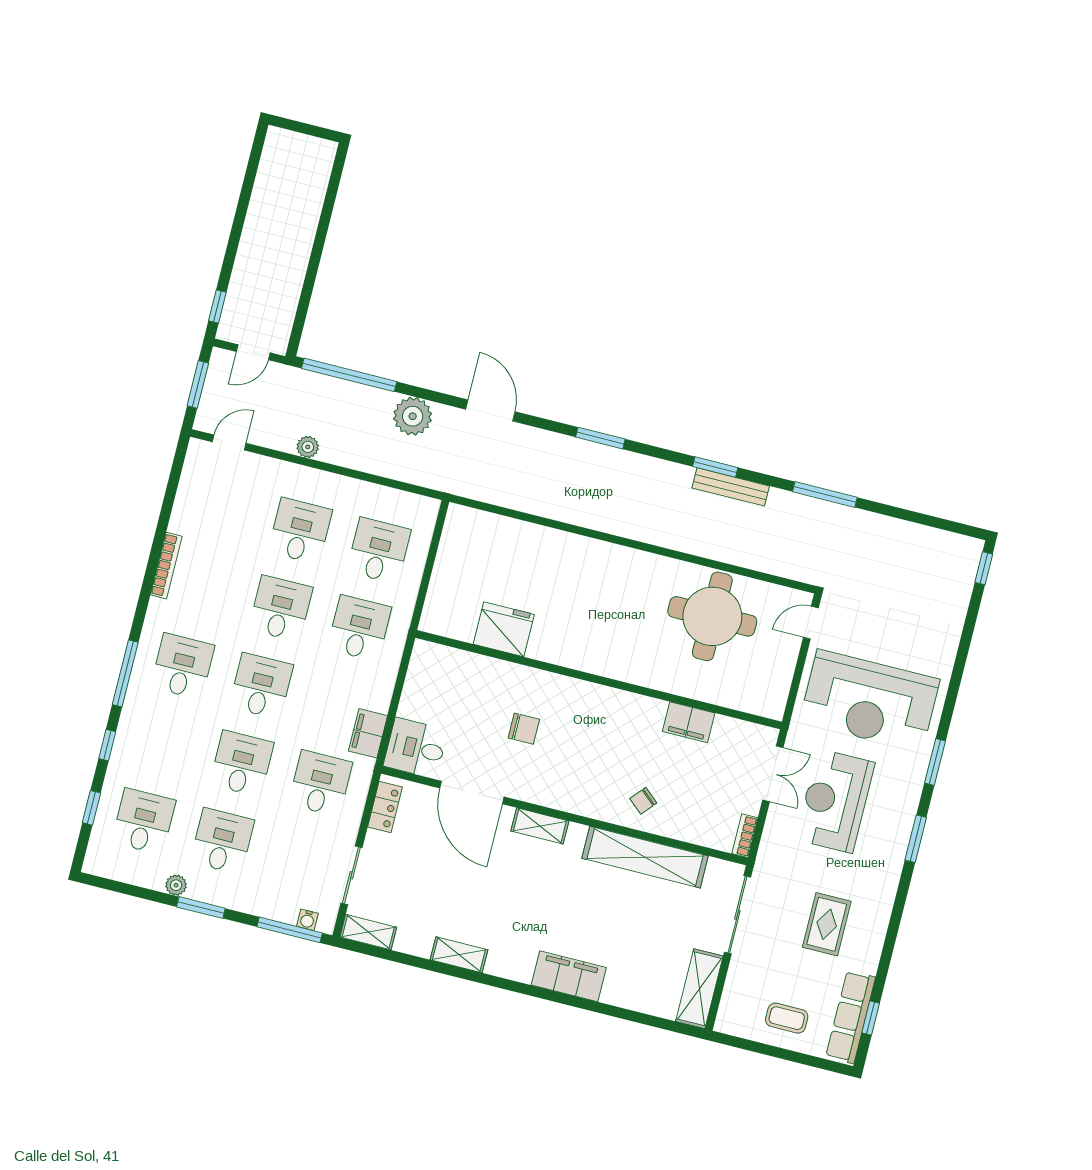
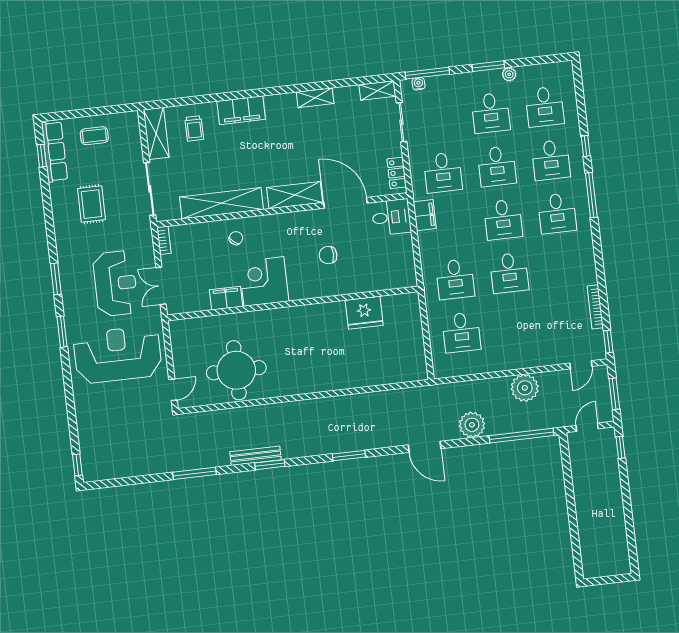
plant: (308, 447) -> (525, 388), width x1.88, depth x1.88
desk: (300, 531) -> (551, 160), moved
bookcase: (166, 566) -> (595, 307), moved
corner desk: (627, 726) -> (264, 281), added
window: (91, 808) -> (608, 342), moved
shelving: (540, 826) -> (295, 195), width x1.50, depth x1.33
trolley: (644, 976) -> (194, 128), added

